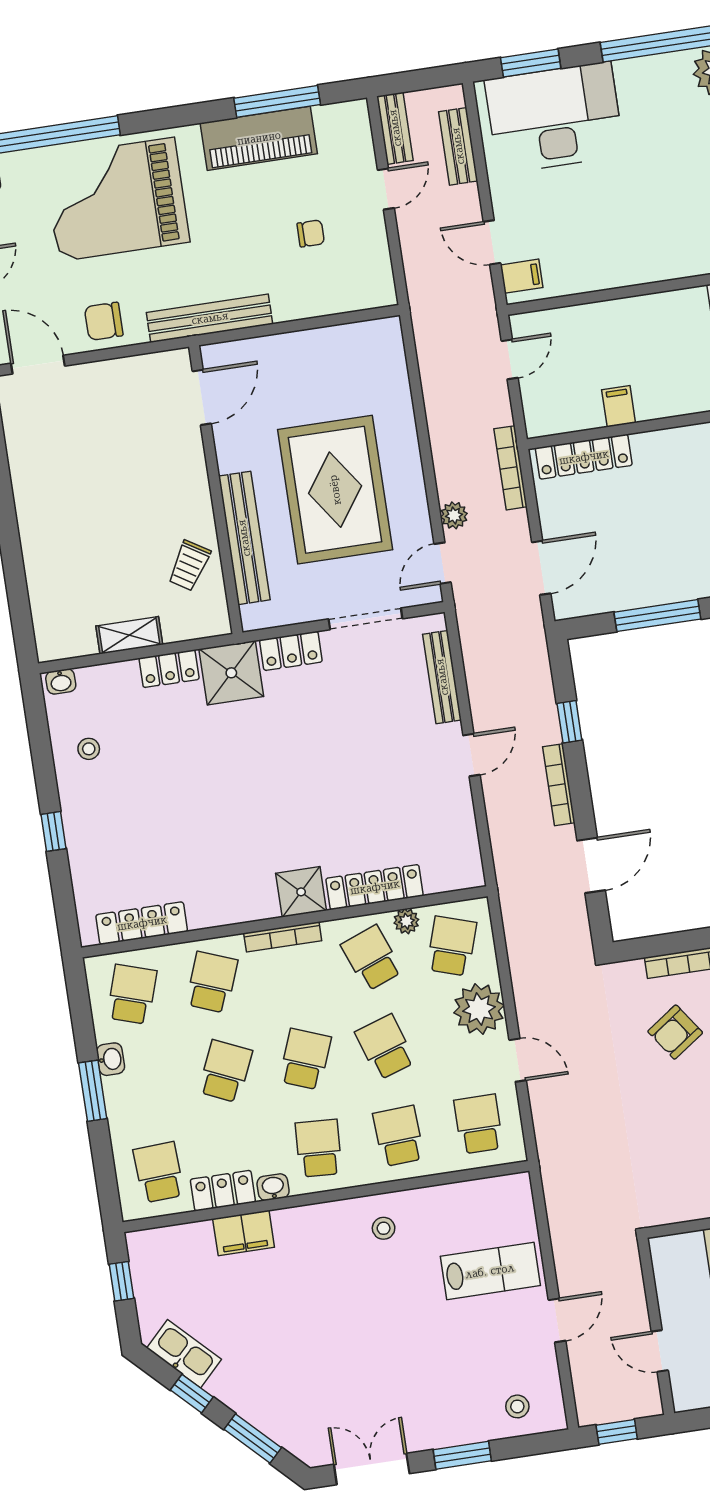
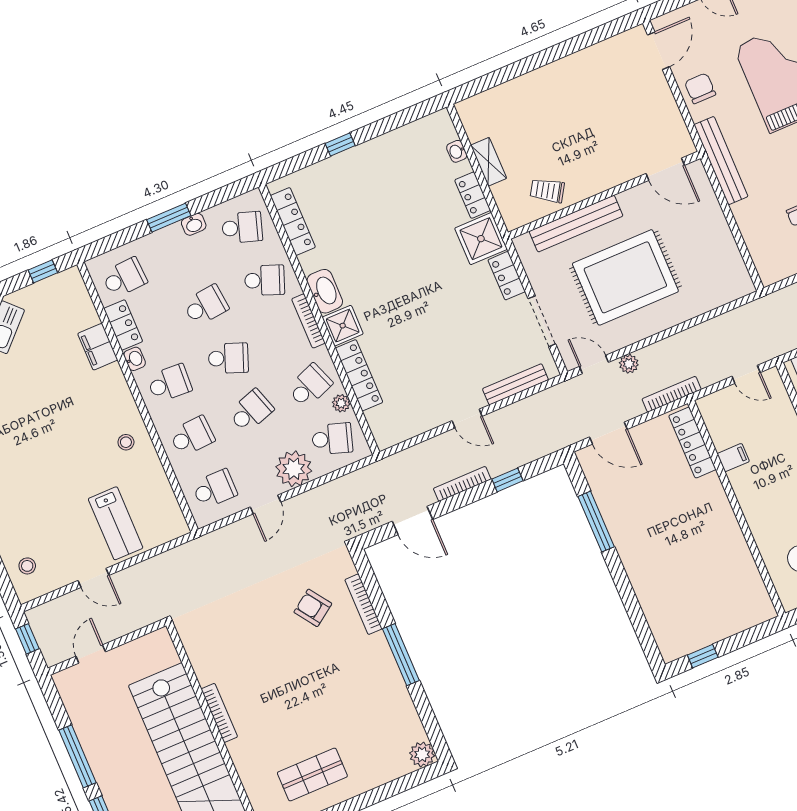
washbasin: (61, 682) -> (457, 151), moved
stool: (89, 749) -> (403, 154), removed
washbasin: (248, 904) -> (325, 291), added
school desk: (225, 1071) -> (206, 305), turned -30

